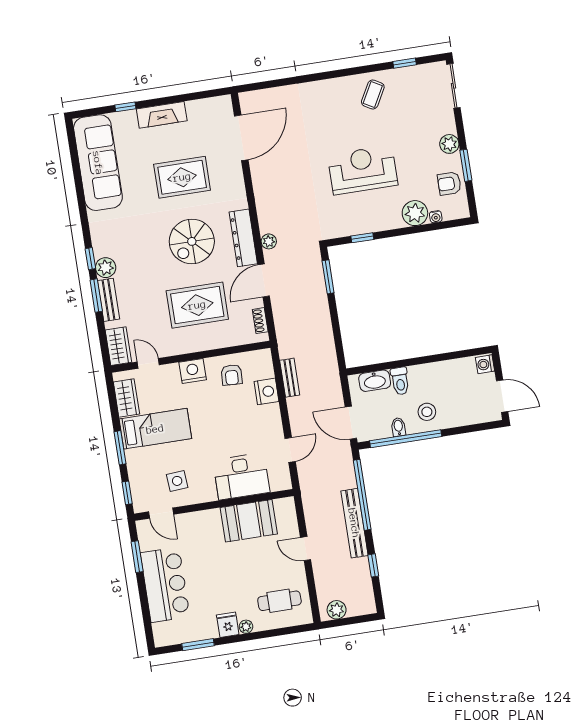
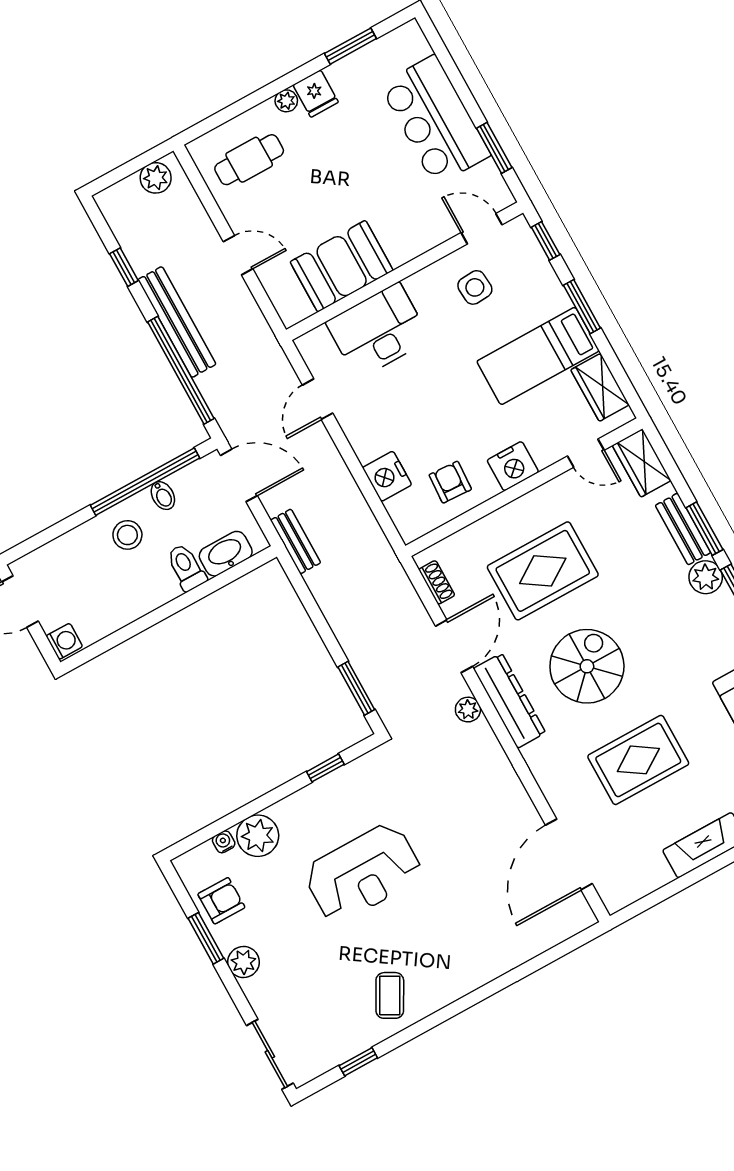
bench: (290, 378) -> (296, 541), moved

